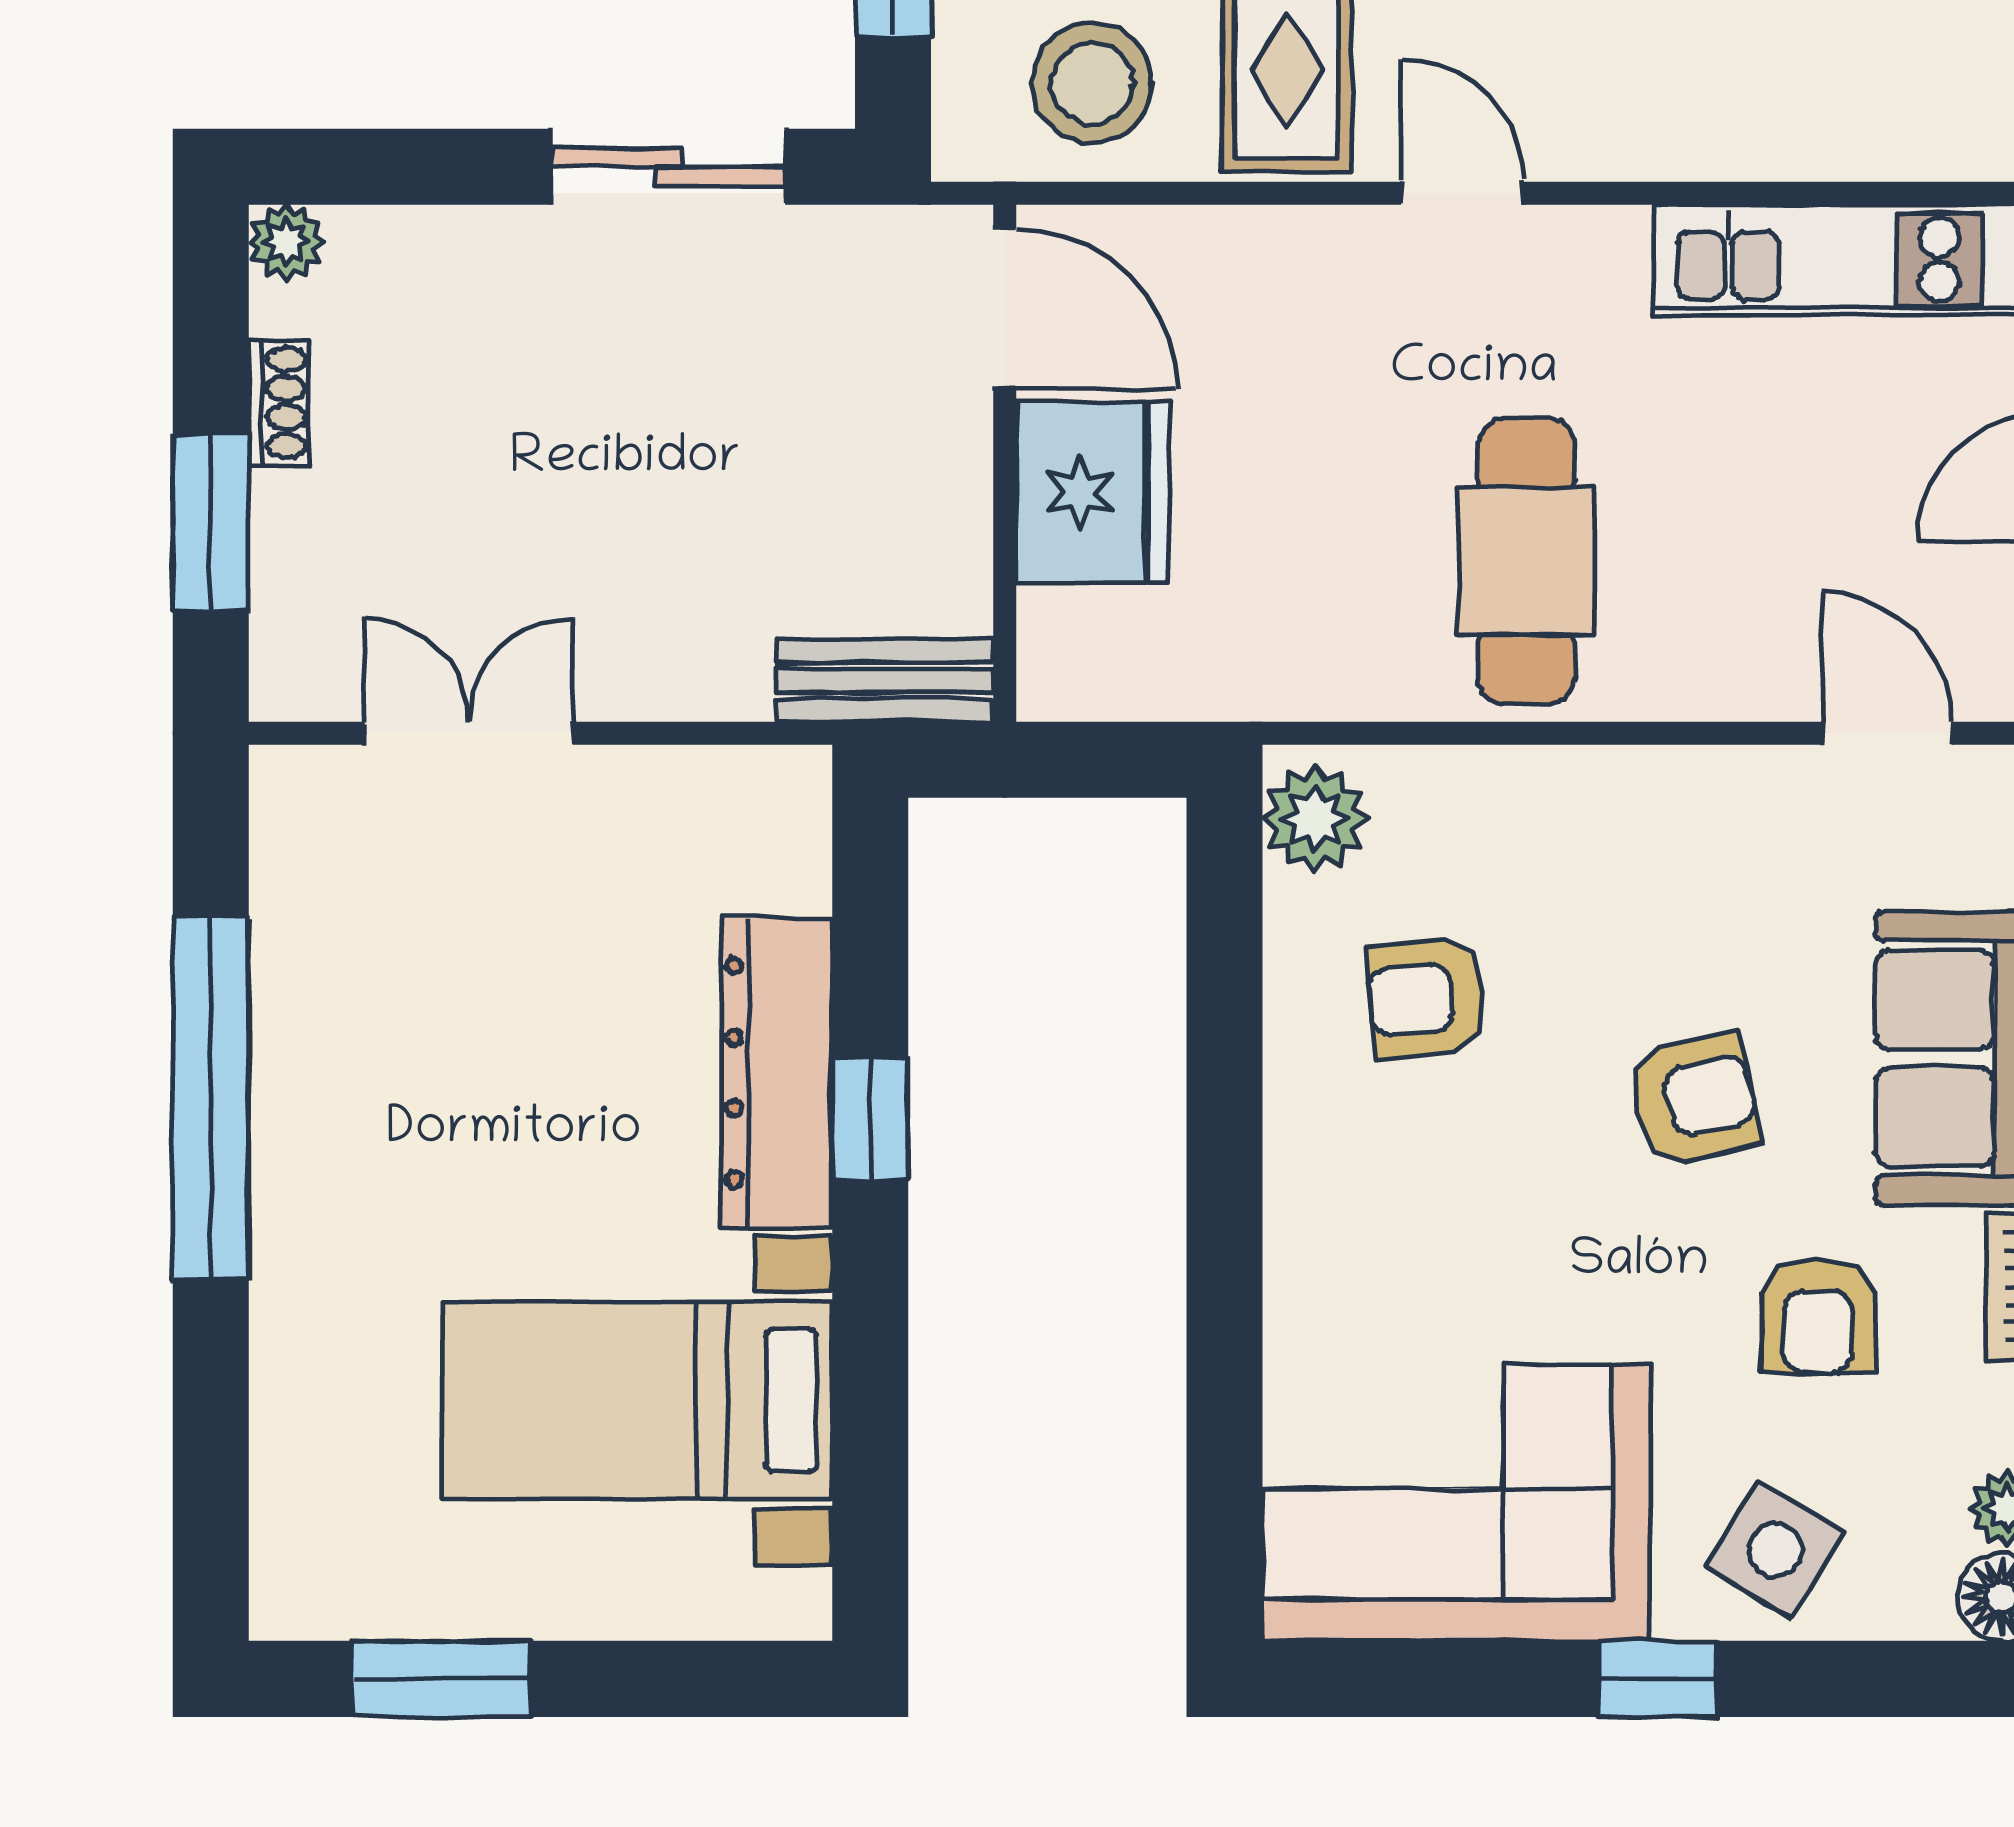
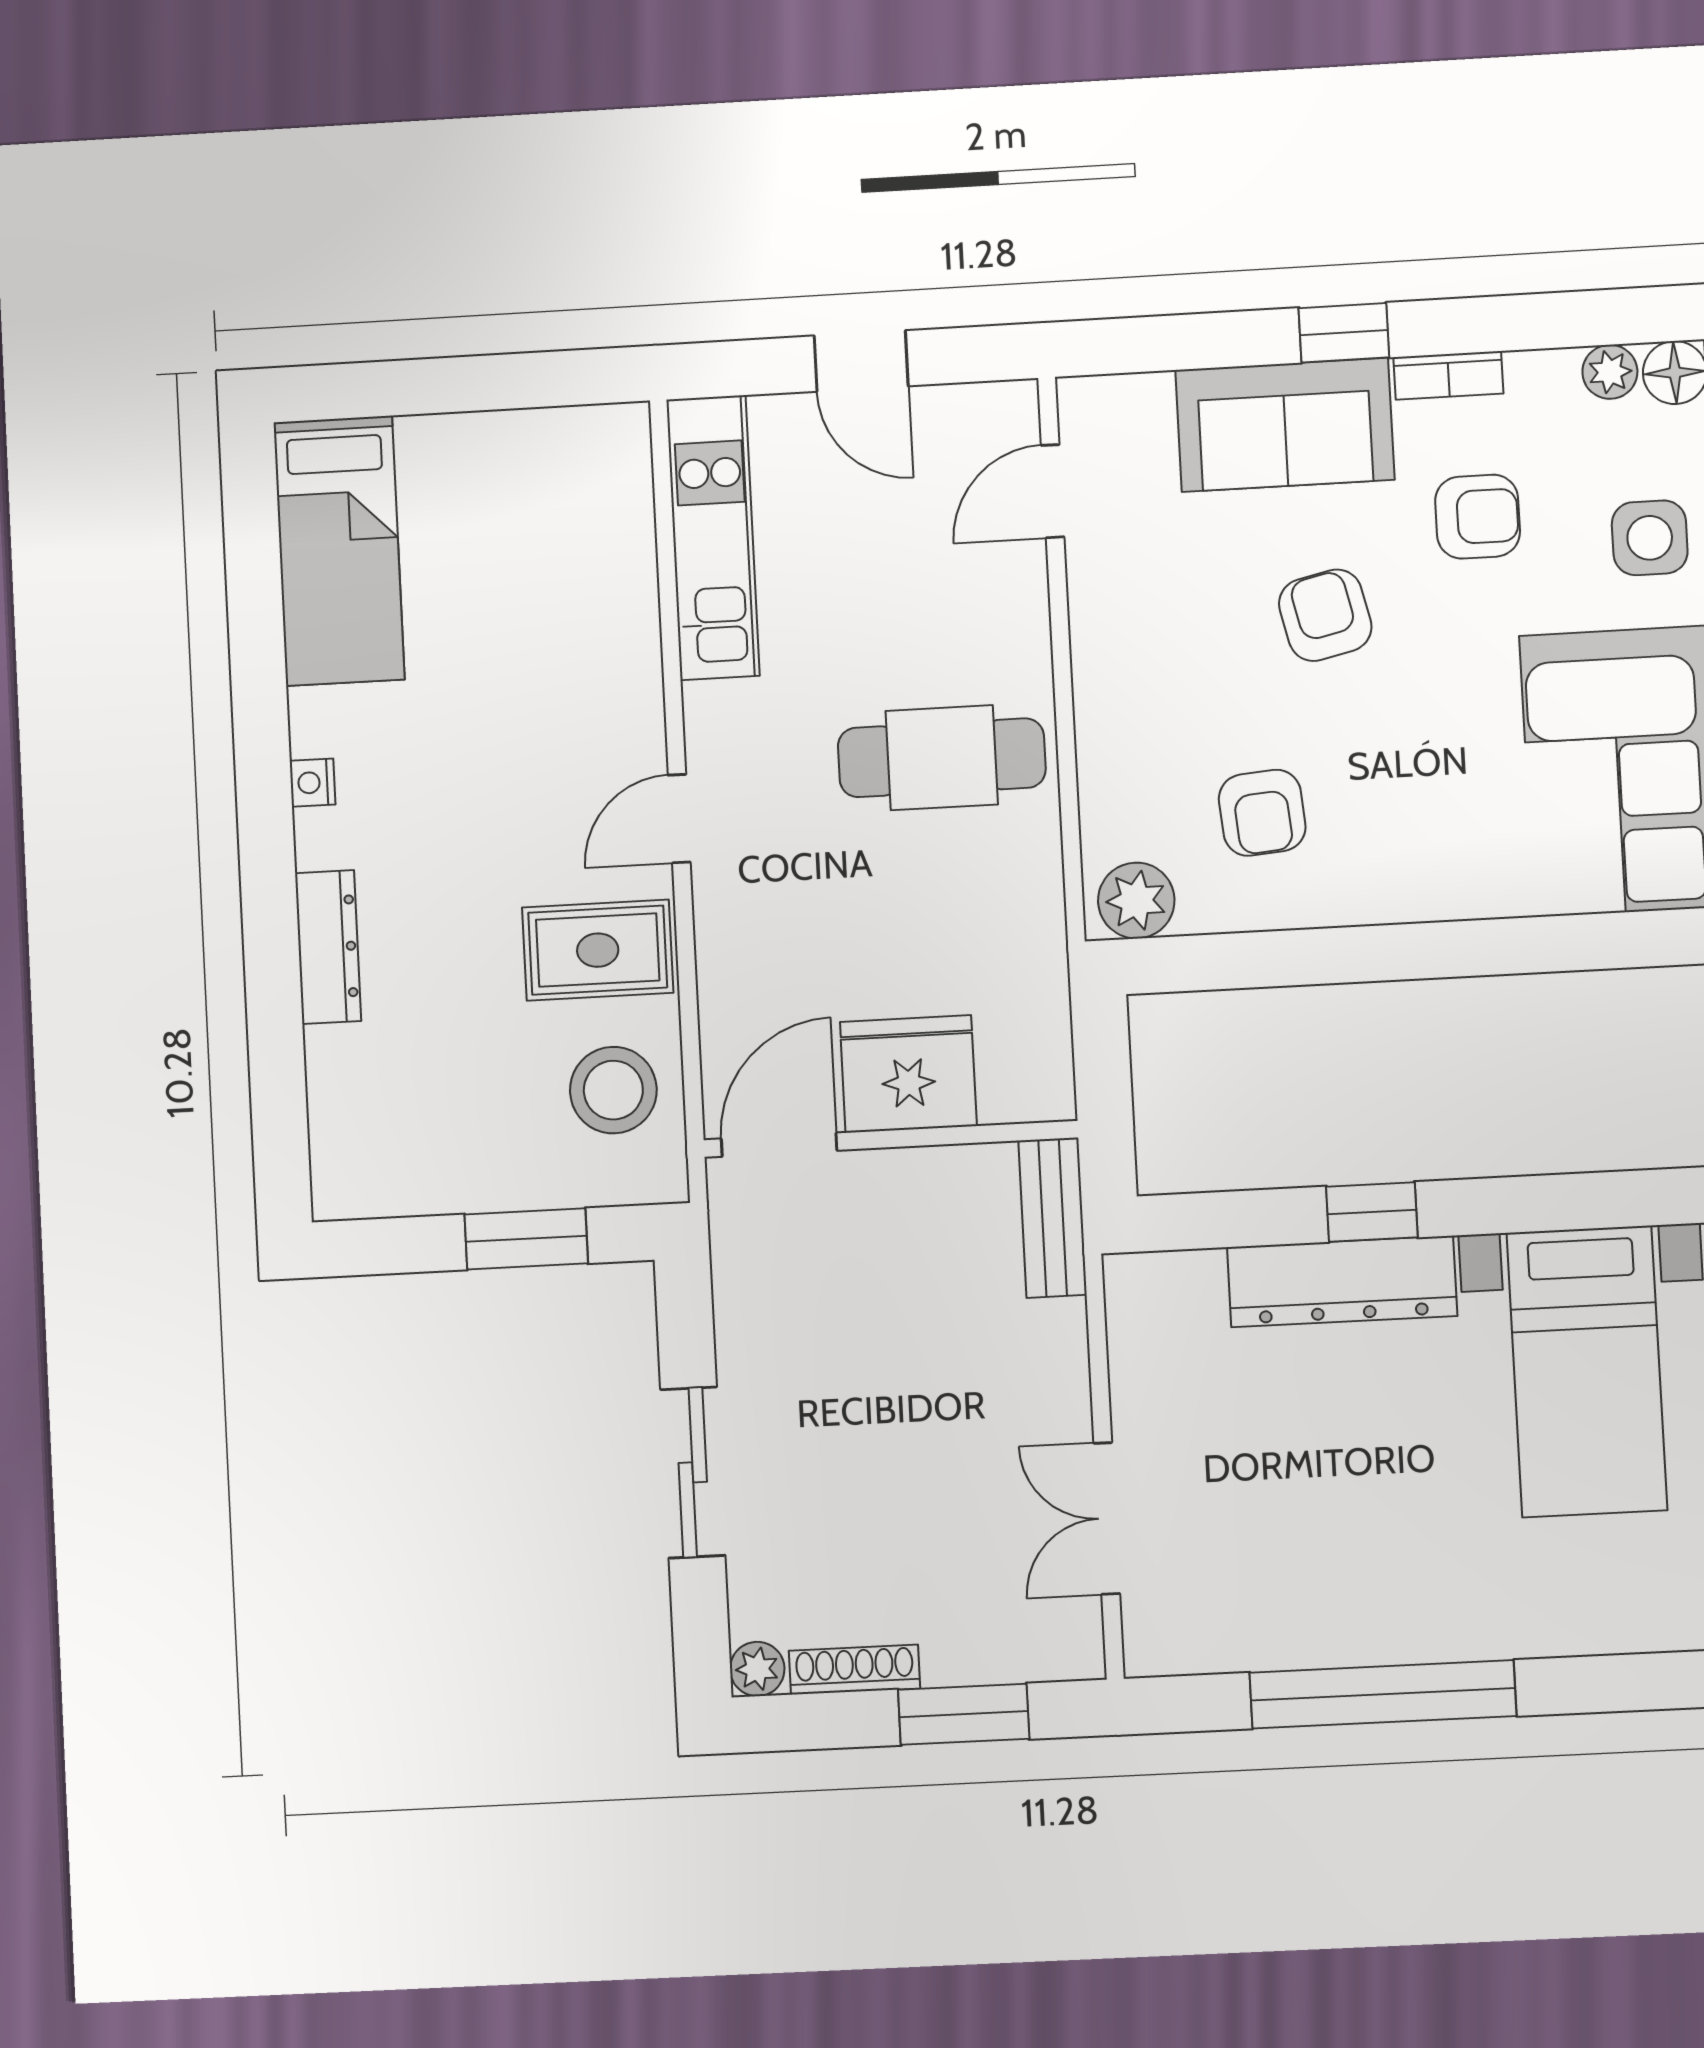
sliding door: (668, 167) -> (693, 1472), moved
shoe rack: (279, 403) -> (855, 1670), width x1.43
side table: (1775, 1550) -> (1650, 538), turned -31

